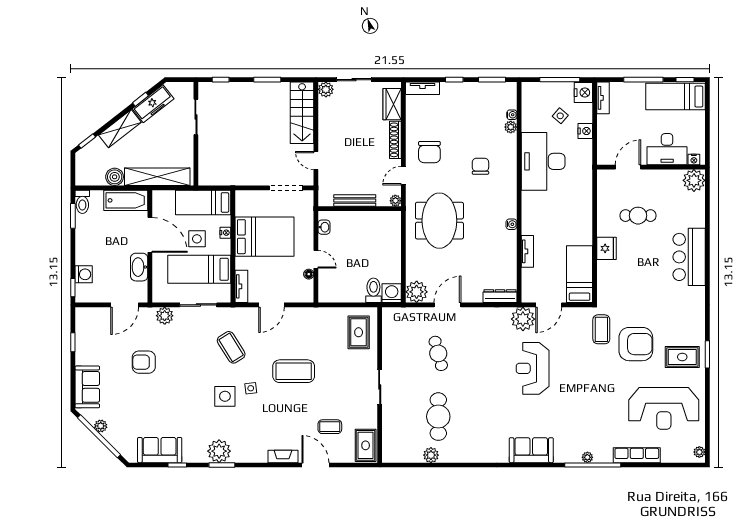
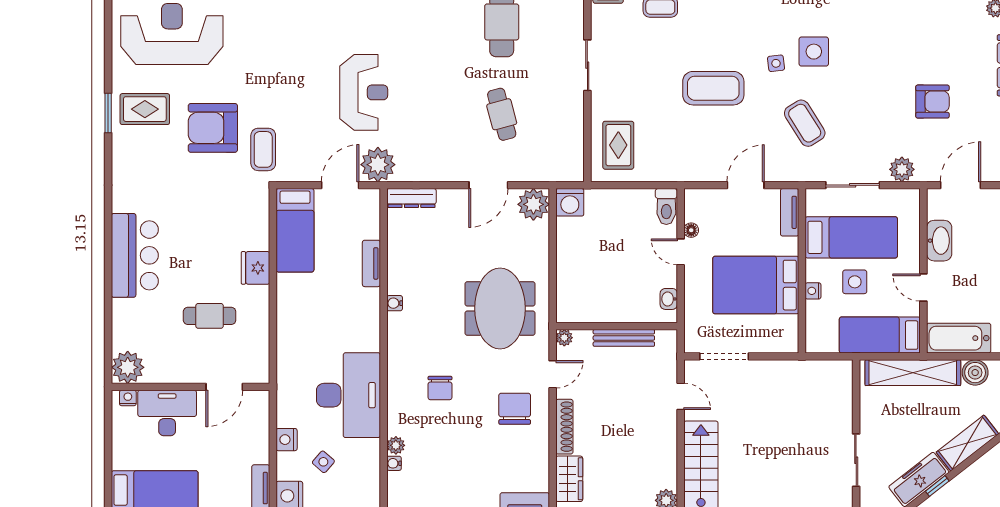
bed: (203, 202) -> (880, 335), moved, turned 180
door: (150, 235) -> (923, 288), width x0.53
toilet: (373, 290) -> (666, 207), moved

